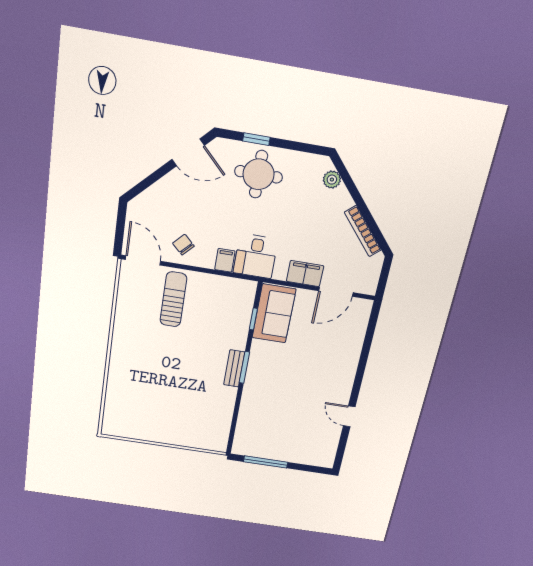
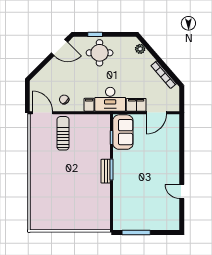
desk: (256, 256) -> (110, 99), width x1.37

